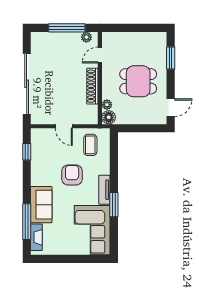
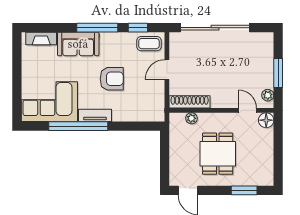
window: (67, 28) -> (278, 73), width x0.69
shoe rack: (92, 86) -> (190, 102), moved
floor lamp: (109, 117) -> (266, 120), moved
coffee table: (90, 145) -> (149, 44), moved
window: (114, 205) -> (78, 126), width x2.11
window: (27, 222) -> (97, 28), moved

